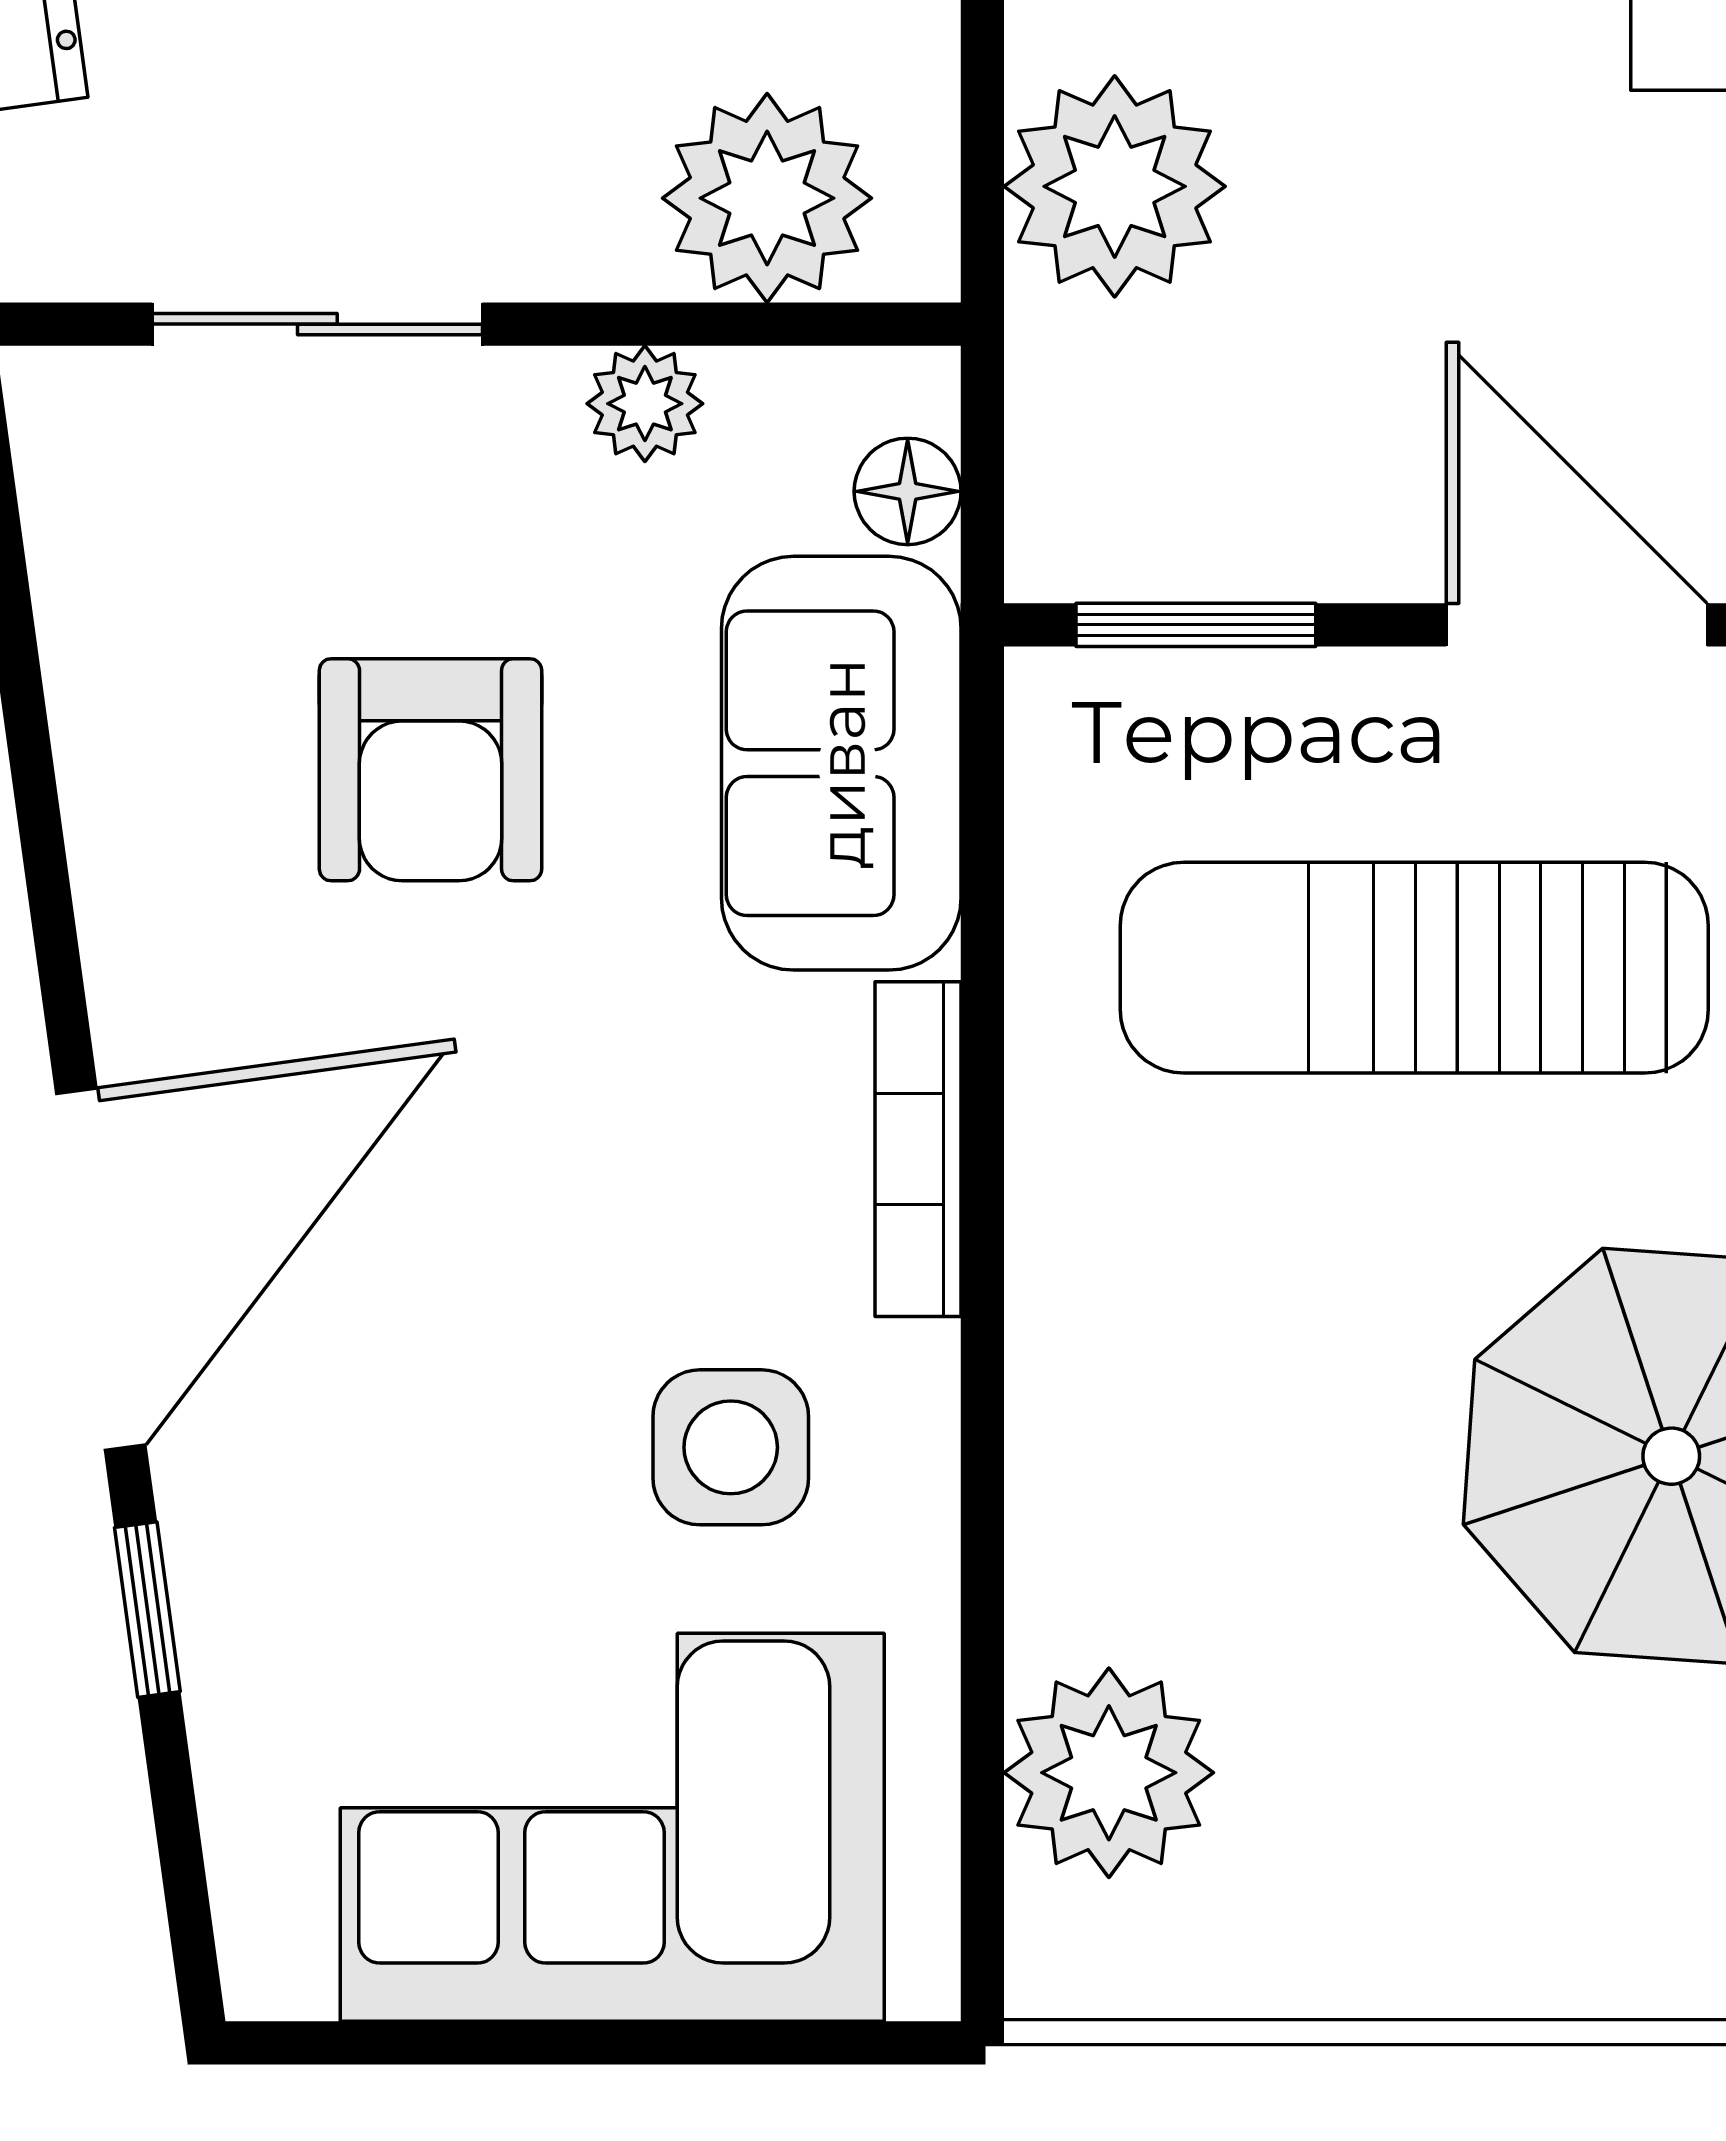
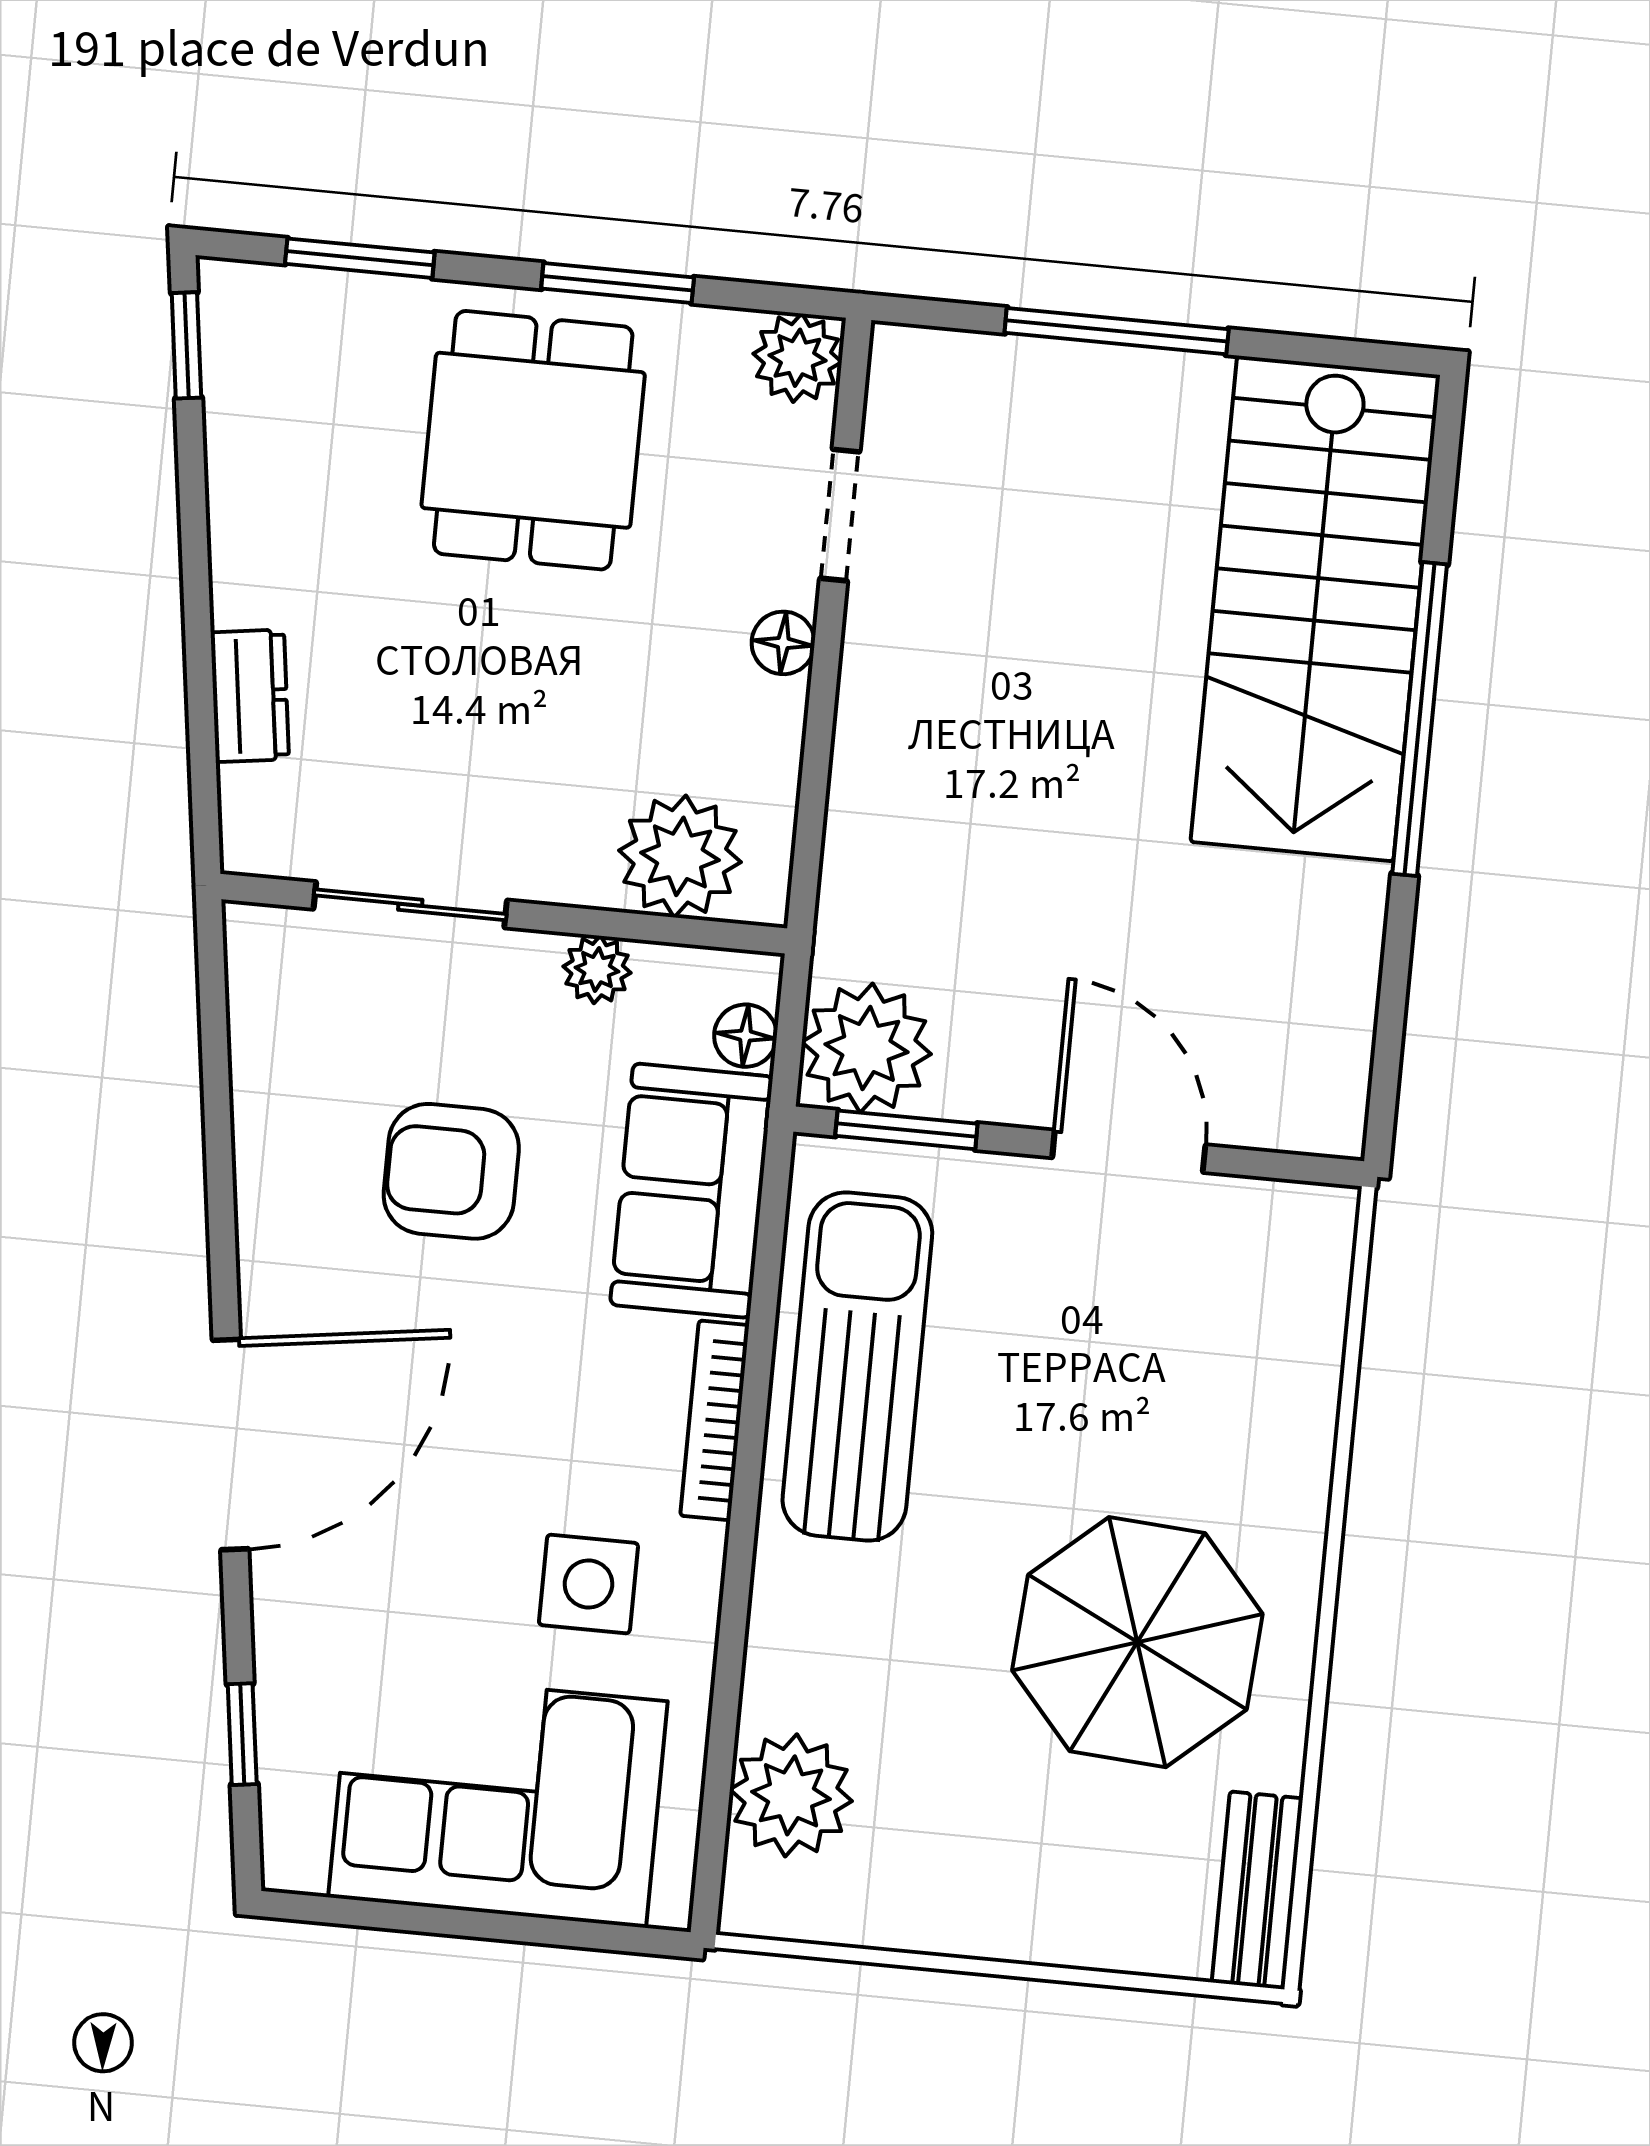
plant: (1115, 186) -> (866, 1048), moved
armchair: (431, 770) -> (451, 1171), turned 90
sun lounger: (1414, 968) -> (857, 1367), moved, turned 90
window: (147, 1610) -> (242, 1734), moved

